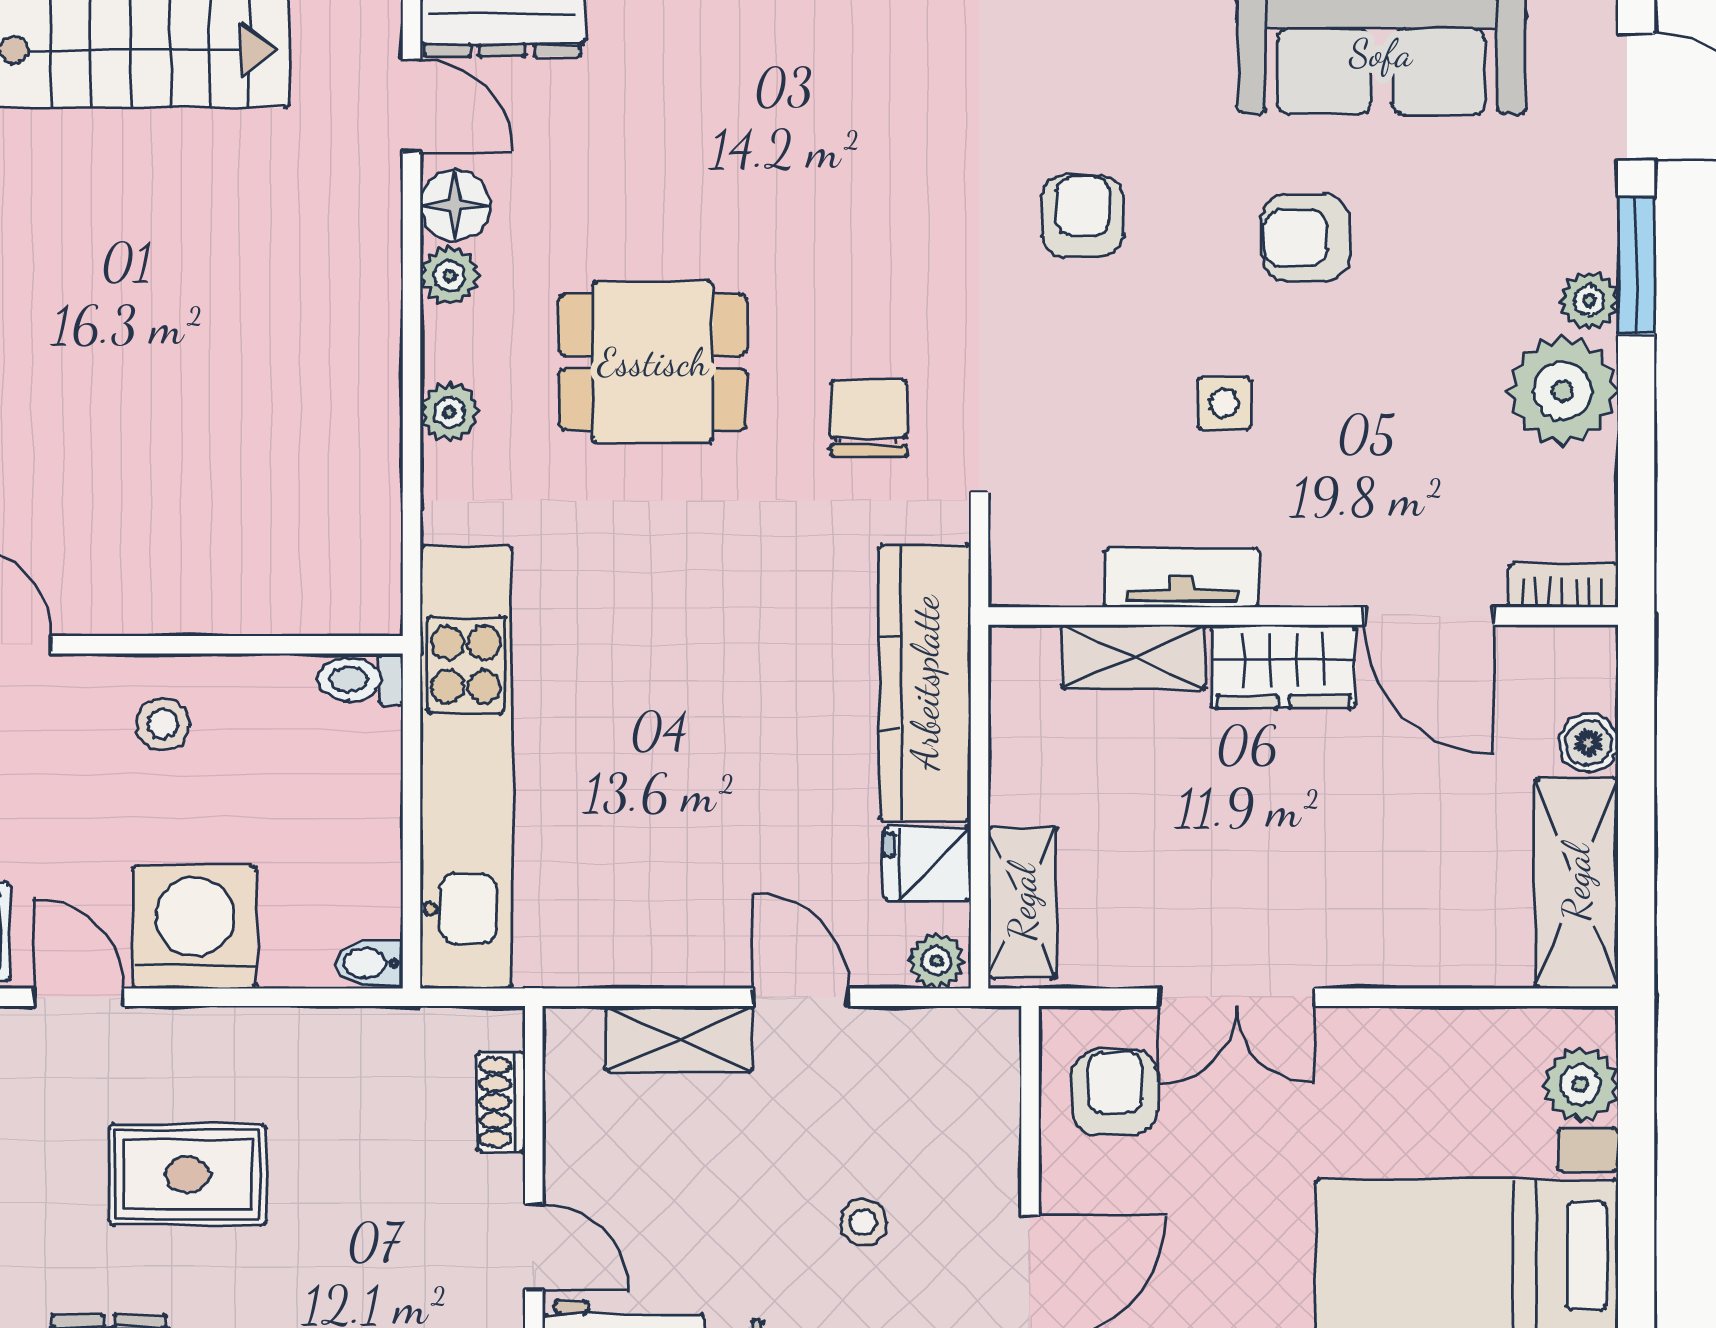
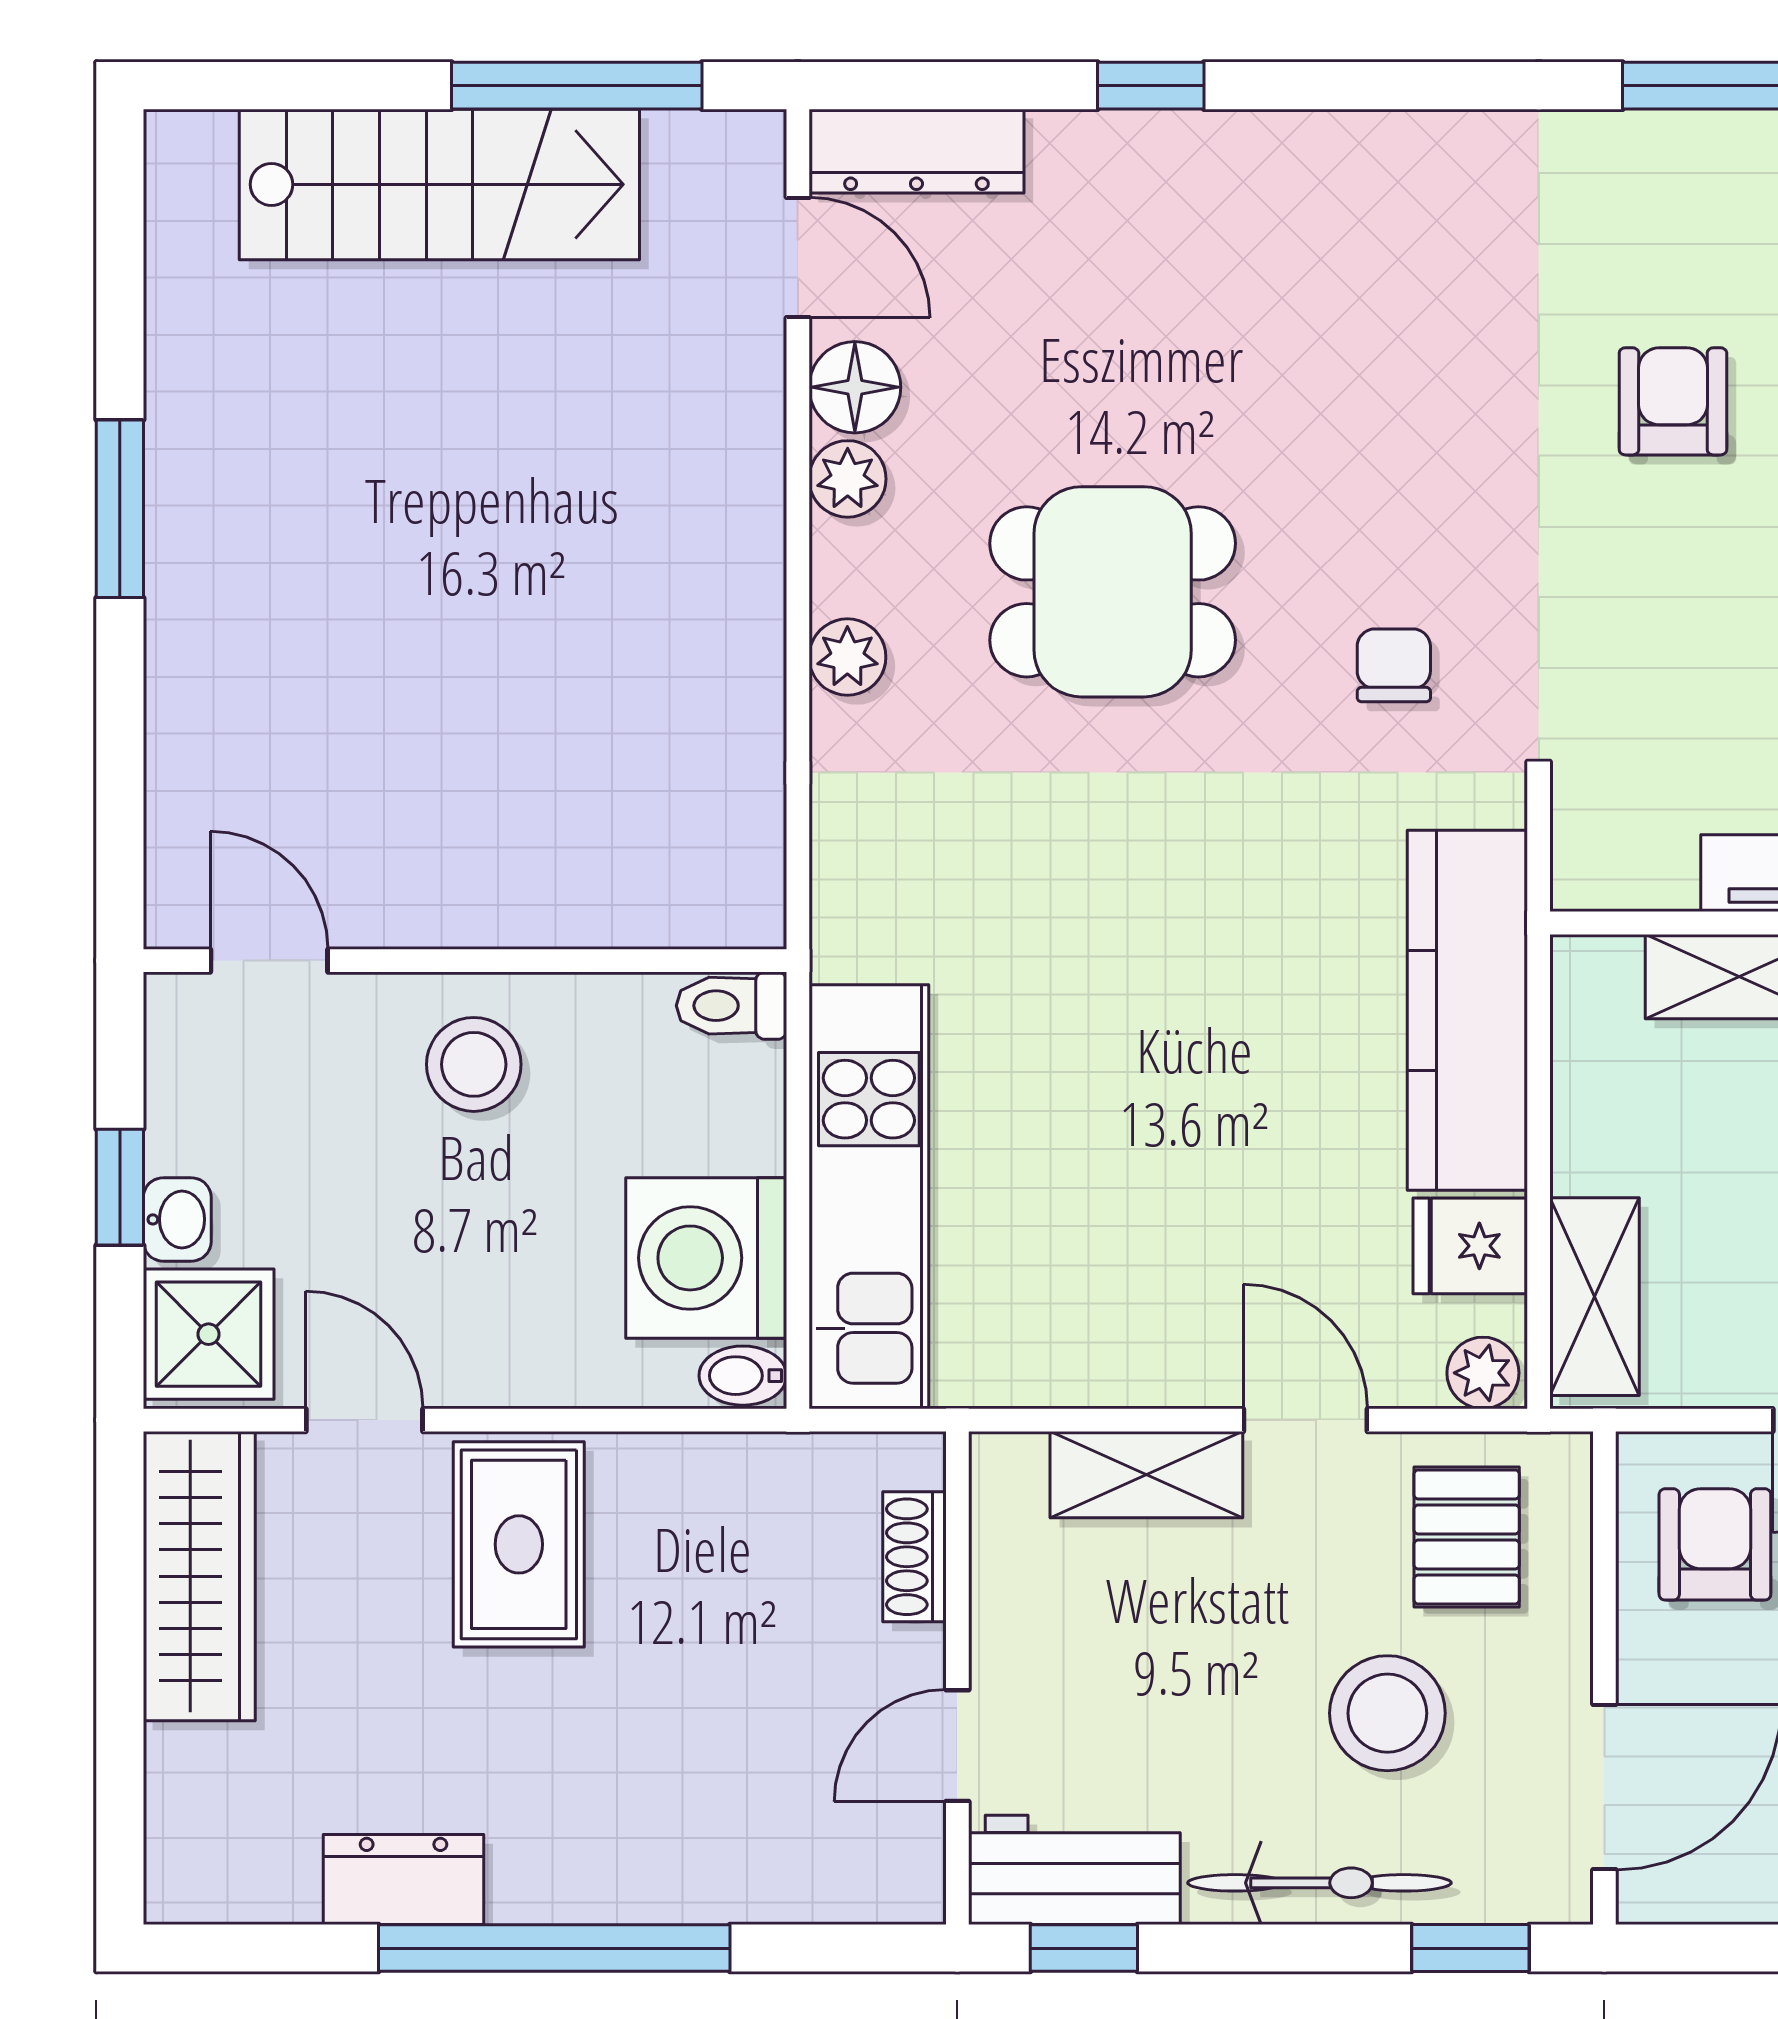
chair: (868, 418) -> (1394, 665), width x0.73, depth x0.73
stool: (163, 724) -> (474, 1064), width x1.37, depth x1.37
kitchen unit: (466, 767) -> (869, 1197), width x0.73
washing machine: (195, 927) -> (706, 1258), moved, turned -90
pallet: (924, 1087) -> (1467, 1537), added
rug: (188, 1174) -> (519, 1544), moved, turned 90
stool: (864, 1222) -> (1387, 1713), width x1.89, depth x1.89
door: (534, 1247) -> (957, 1746), swing flipped

